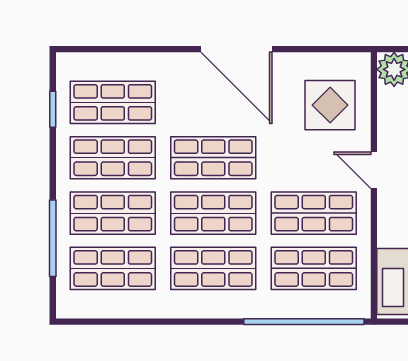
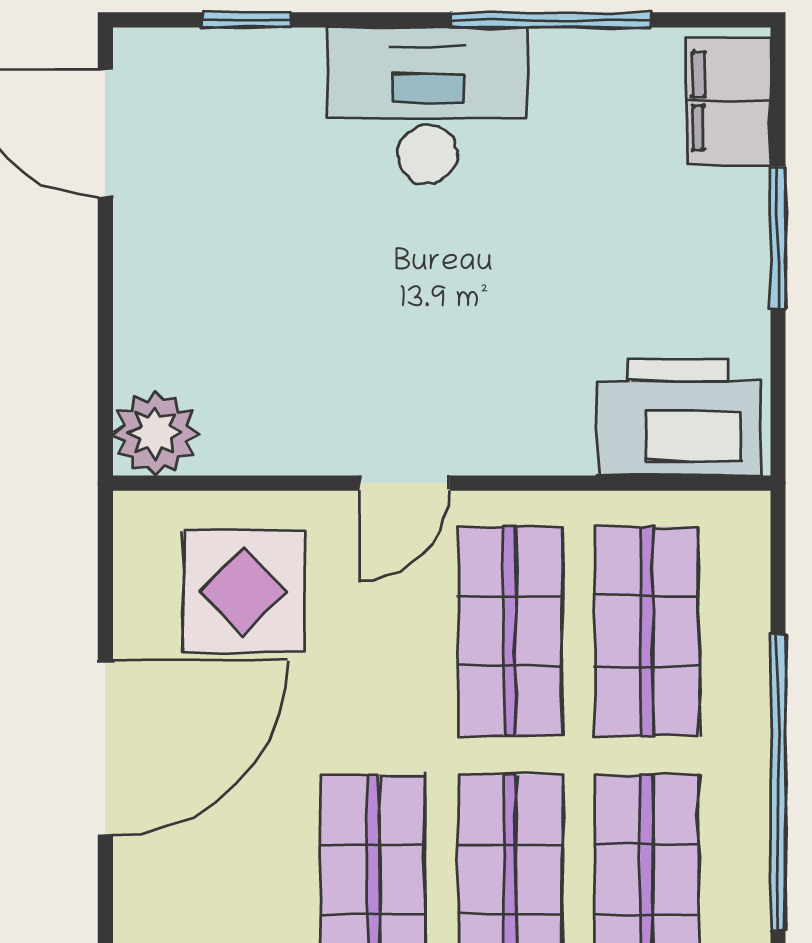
door: (237, 49) -> (105, 748), moved
window: (304, 322) -> (778, 782), moved

